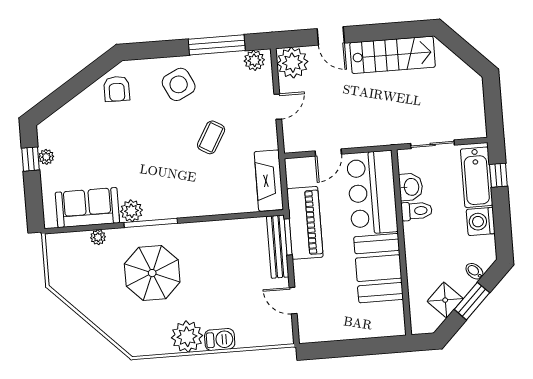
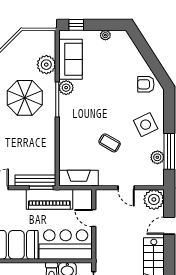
plant: (254, 60) -> (157, 157), moved
window: (31, 159) -> (76, 25), moved
plant: (98, 237) -> (46, 65), width x1.88, depth x1.88

